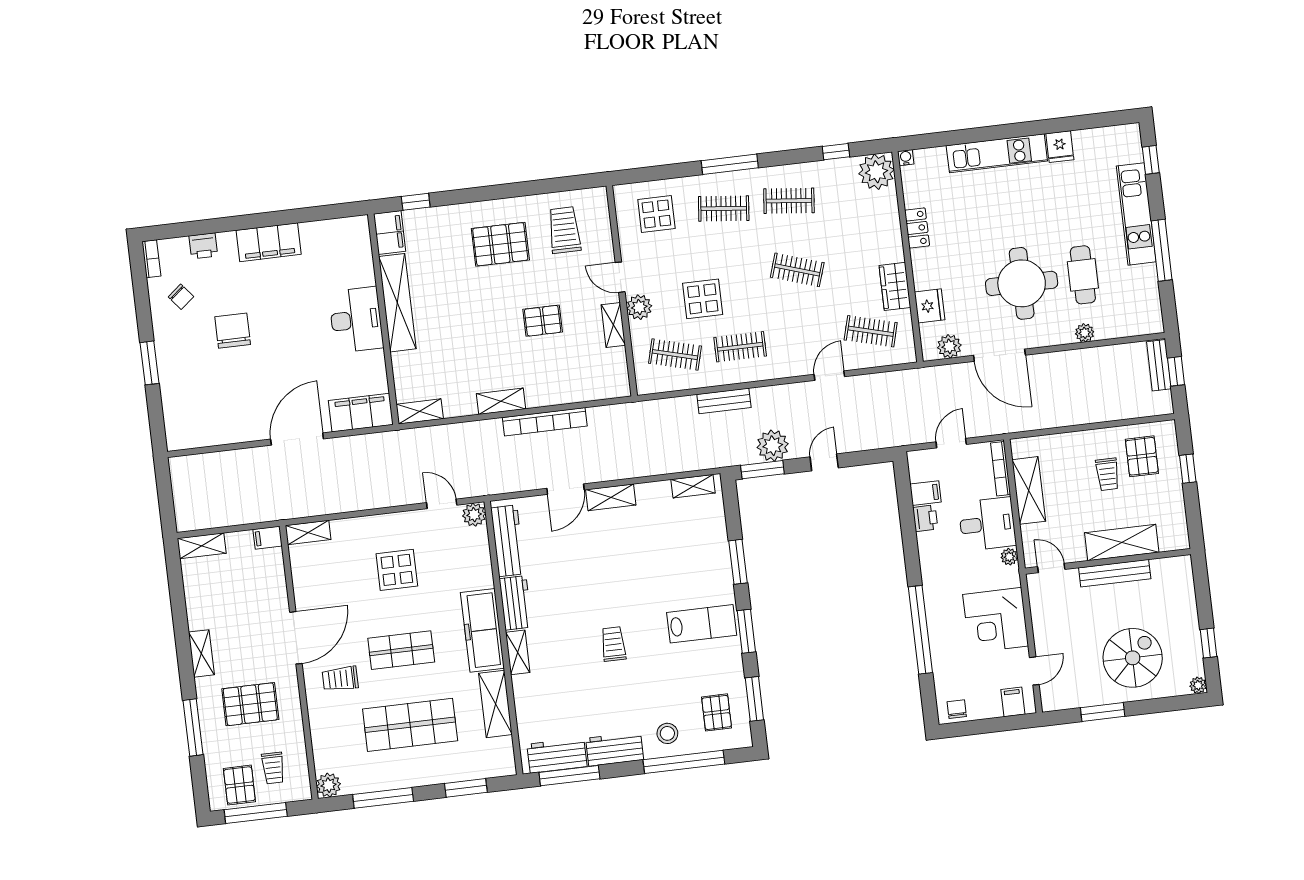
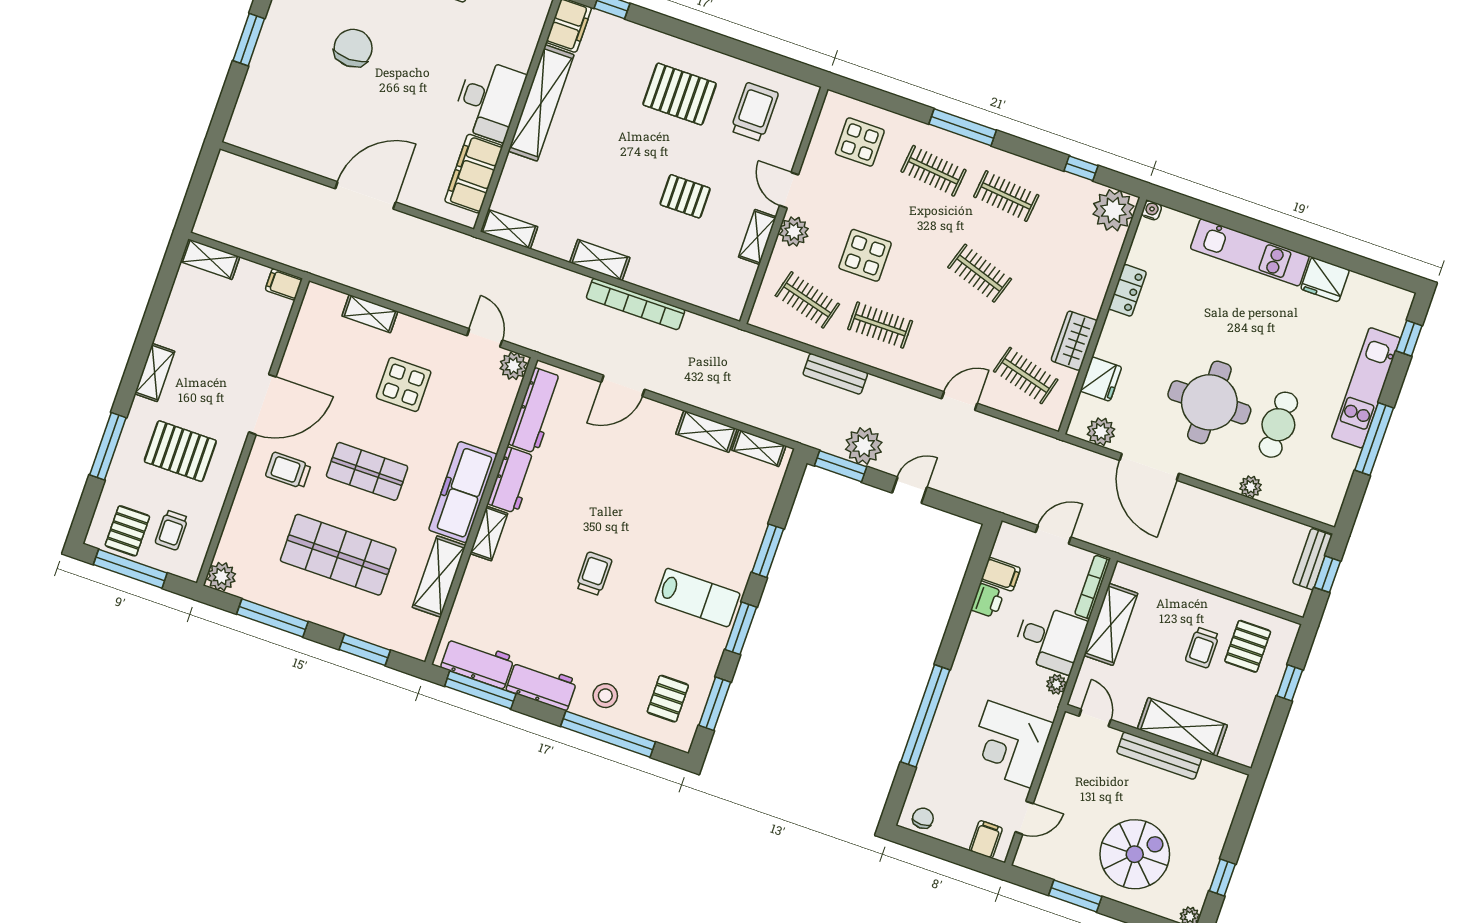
fridge: (1060, 147) -> (1325, 279), width x1.38
filing cabinet: (361, 413) -> (474, 174), moved, turned -90
shelving: (611, 497) -> (706, 431), moved
shelving: (308, 532) -> (370, 314), moved

